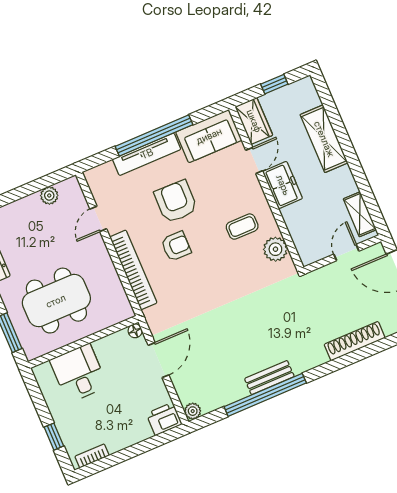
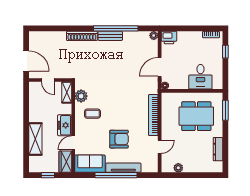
armchair: (176, 202) -> (119, 139), turned -91
shelving: (360, 214) -> (67, 92), moved
armchair: (176, 246) -> (128, 118), removed
door: (346, 253) -> (48, 80), hinge flipped
shoe rack: (355, 341) -> (82, 36), moved

